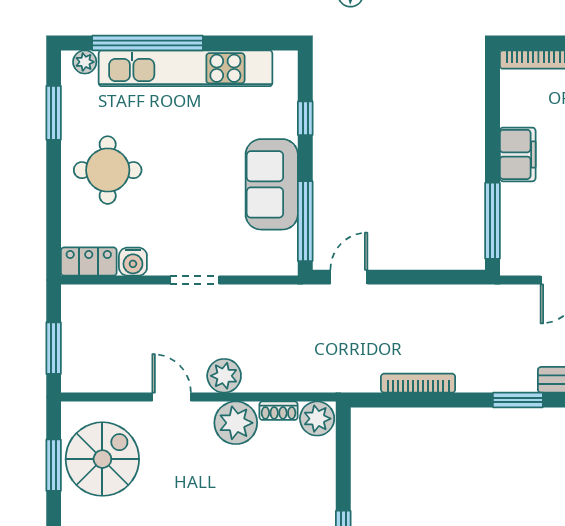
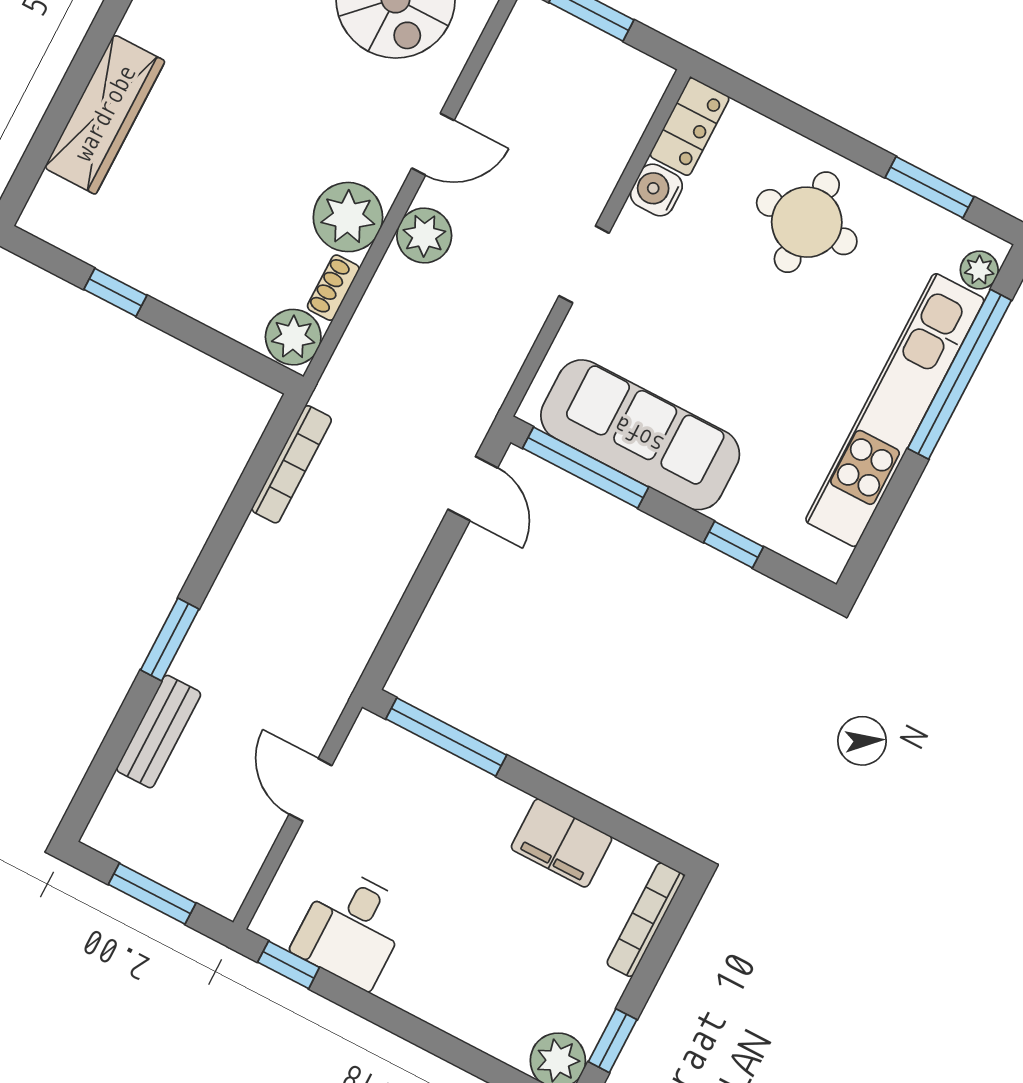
filing cabinet: (518, 154) -> (562, 843), moved
sofa: (272, 184) -> (640, 435), width x1.36
bookcase: (418, 383) -> (292, 464), moved

